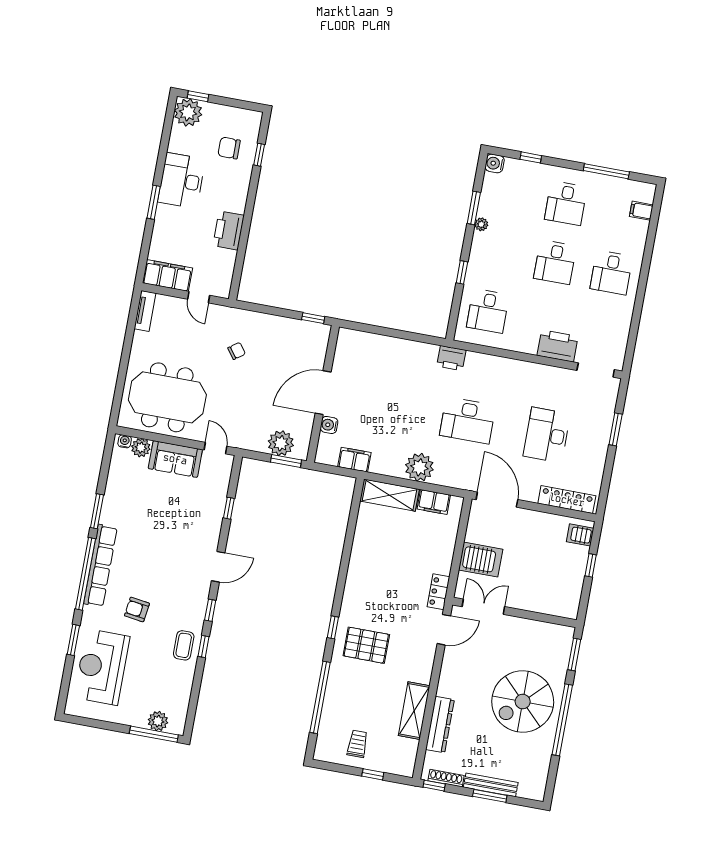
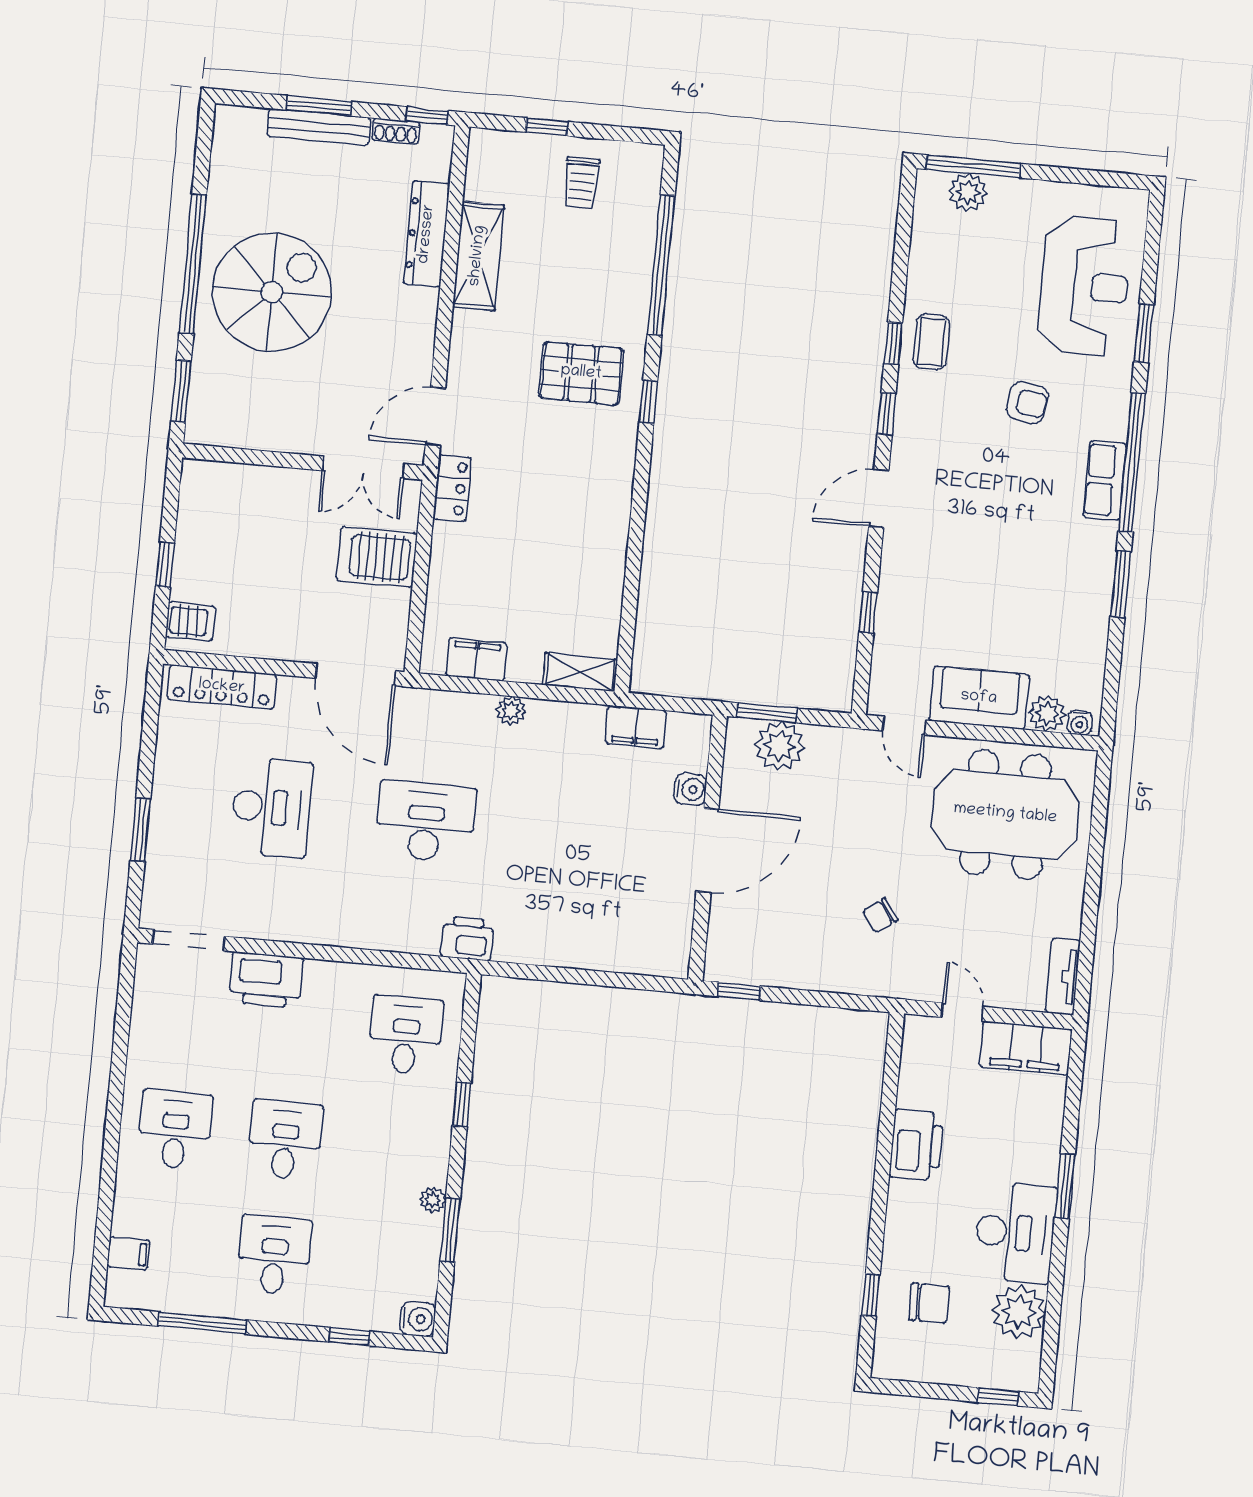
plant: (188, 112) -> (1019, 1312), moved
plant: (419, 467) -> (511, 711), width x0.53, depth x0.53
shelving: (390, 495) -> (580, 672), width x0.67, depth x0.75
row of seats: (100, 566) -> (1105, 480), width x0.50
shoe rack: (446, 778) -> (396, 131), width x0.70

